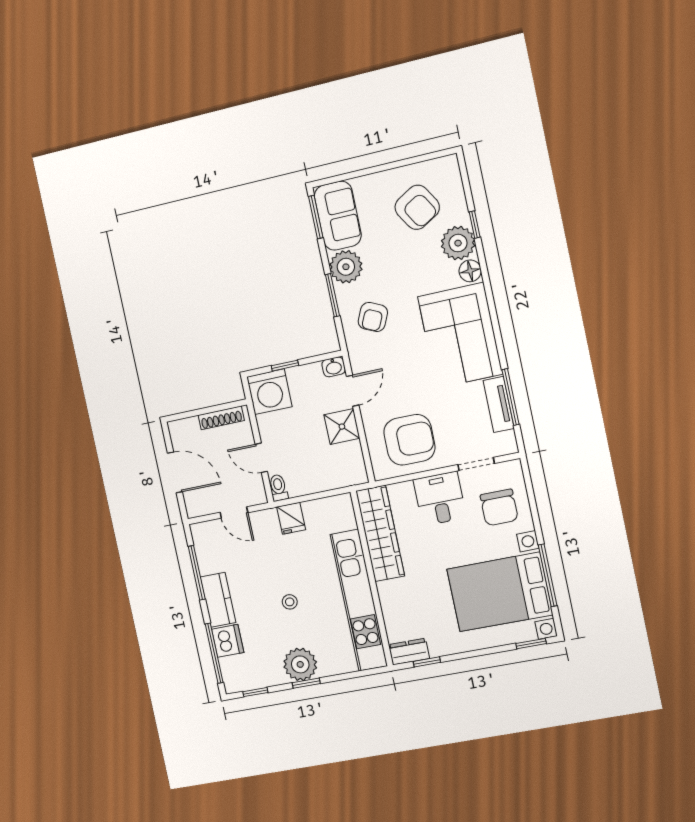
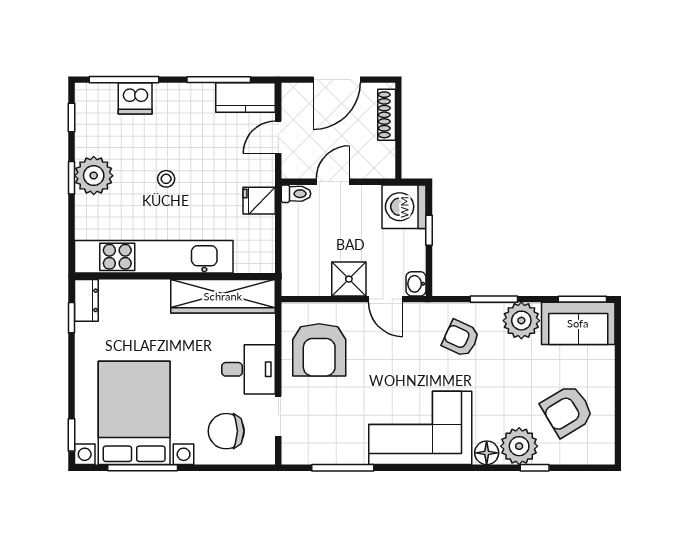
tv unit: (499, 404) -> (337, 453), removed
shoe rack: (221, 418) -> (387, 115), moved
kitchen counter: (218, 600) -> (246, 97), moved

